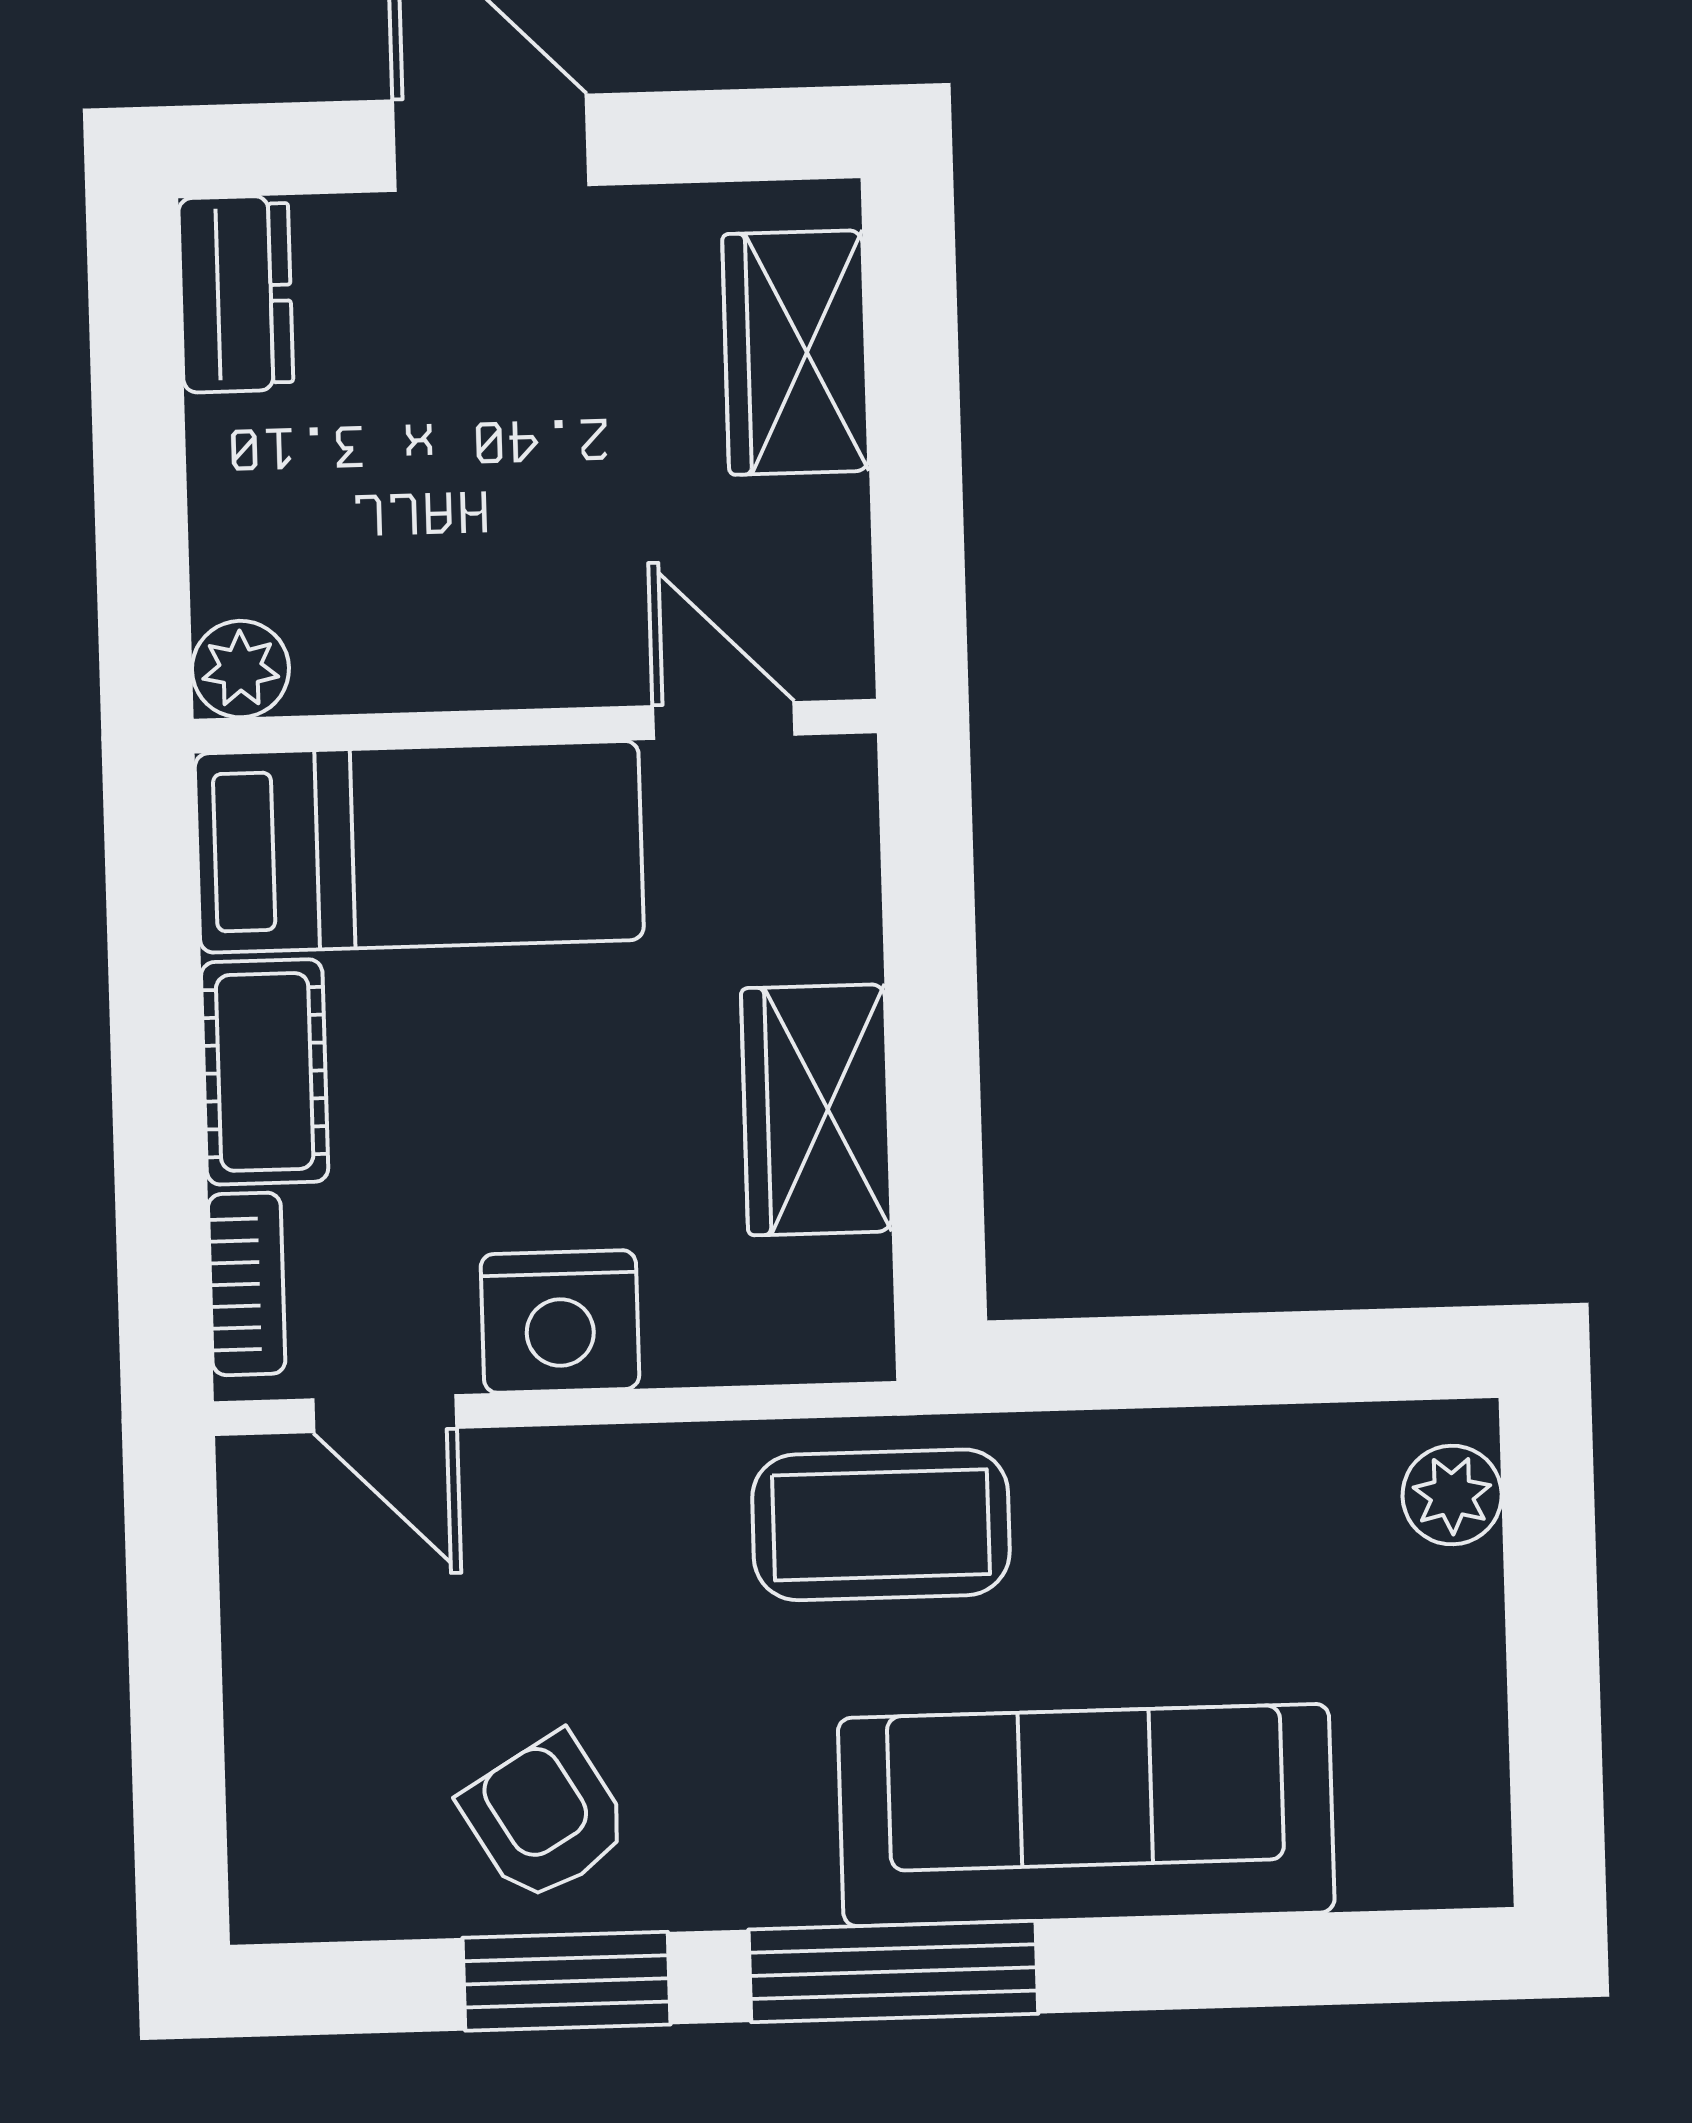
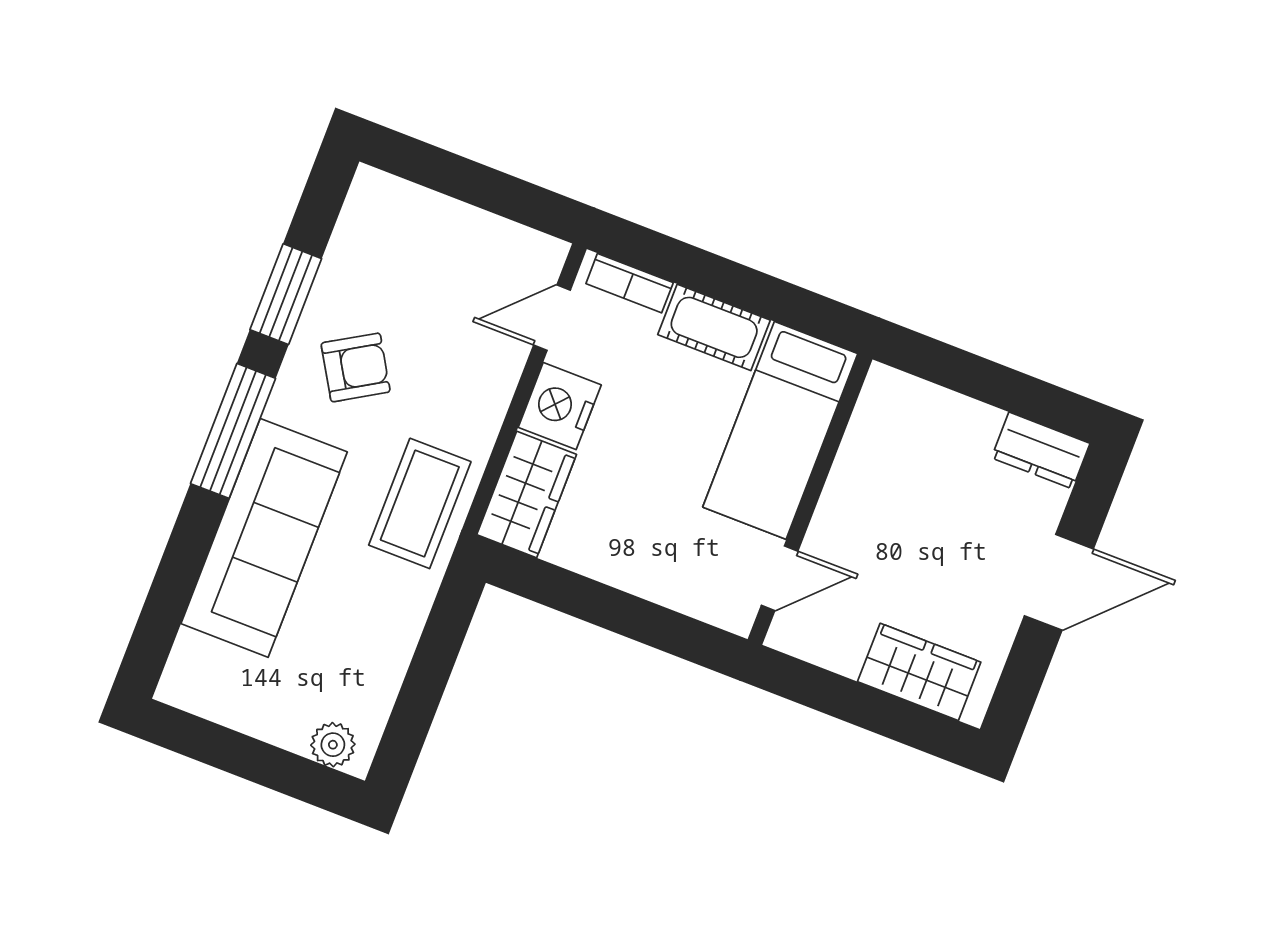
plant: (240, 669) -> (885, 387), removed
wardrobe: (816, 1110) -> (527, 495), moved, turned 90
armchair: (545, 1818) -> (356, 367), moved

